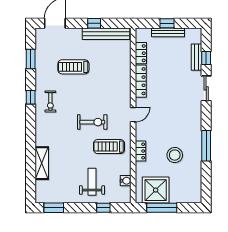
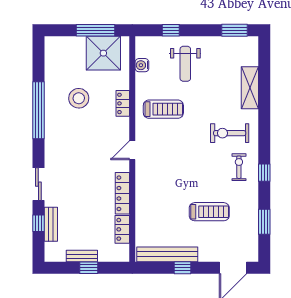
bench: (168, 32) -> (82, 256), width x0.73
exercise bike: (92, 122) -> (230, 133), moved
window: (206, 146) -> (38, 110), width x1.46

